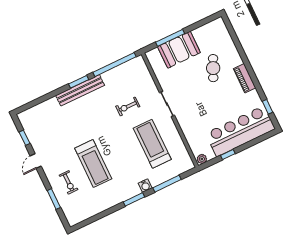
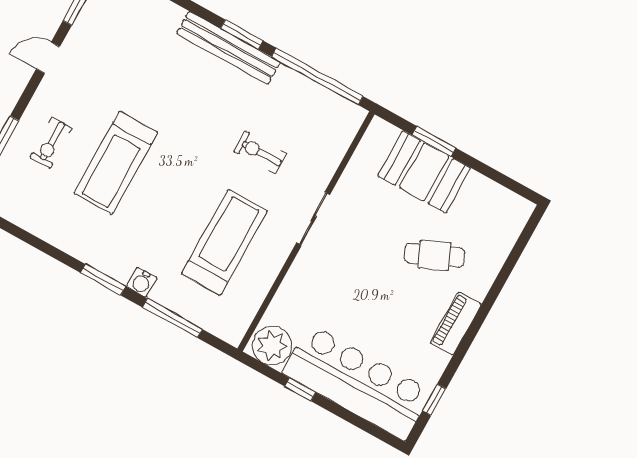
window: (170, 38) -> (434, 141), width x0.69
cafe table: (213, 68) -> (434, 255), turned 41
plant: (202, 159) -> (272, 346), width x1.88, depth x1.88

